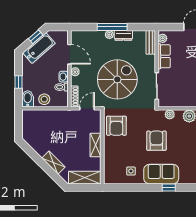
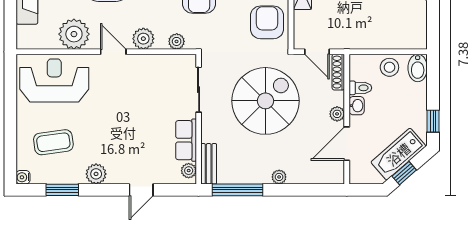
window: (112, 27) -> (237, 190), moved
dresser: (123, 35) -> (255, 176), removed
door: (69, 54) -> (347, 144), hinge flipped
spiral stairs: (117, 79) -> (265, 101), turned 180
window: (19, 82) -> (433, 121), moved
door: (87, 108) -> (317, 52), hinge flipped

